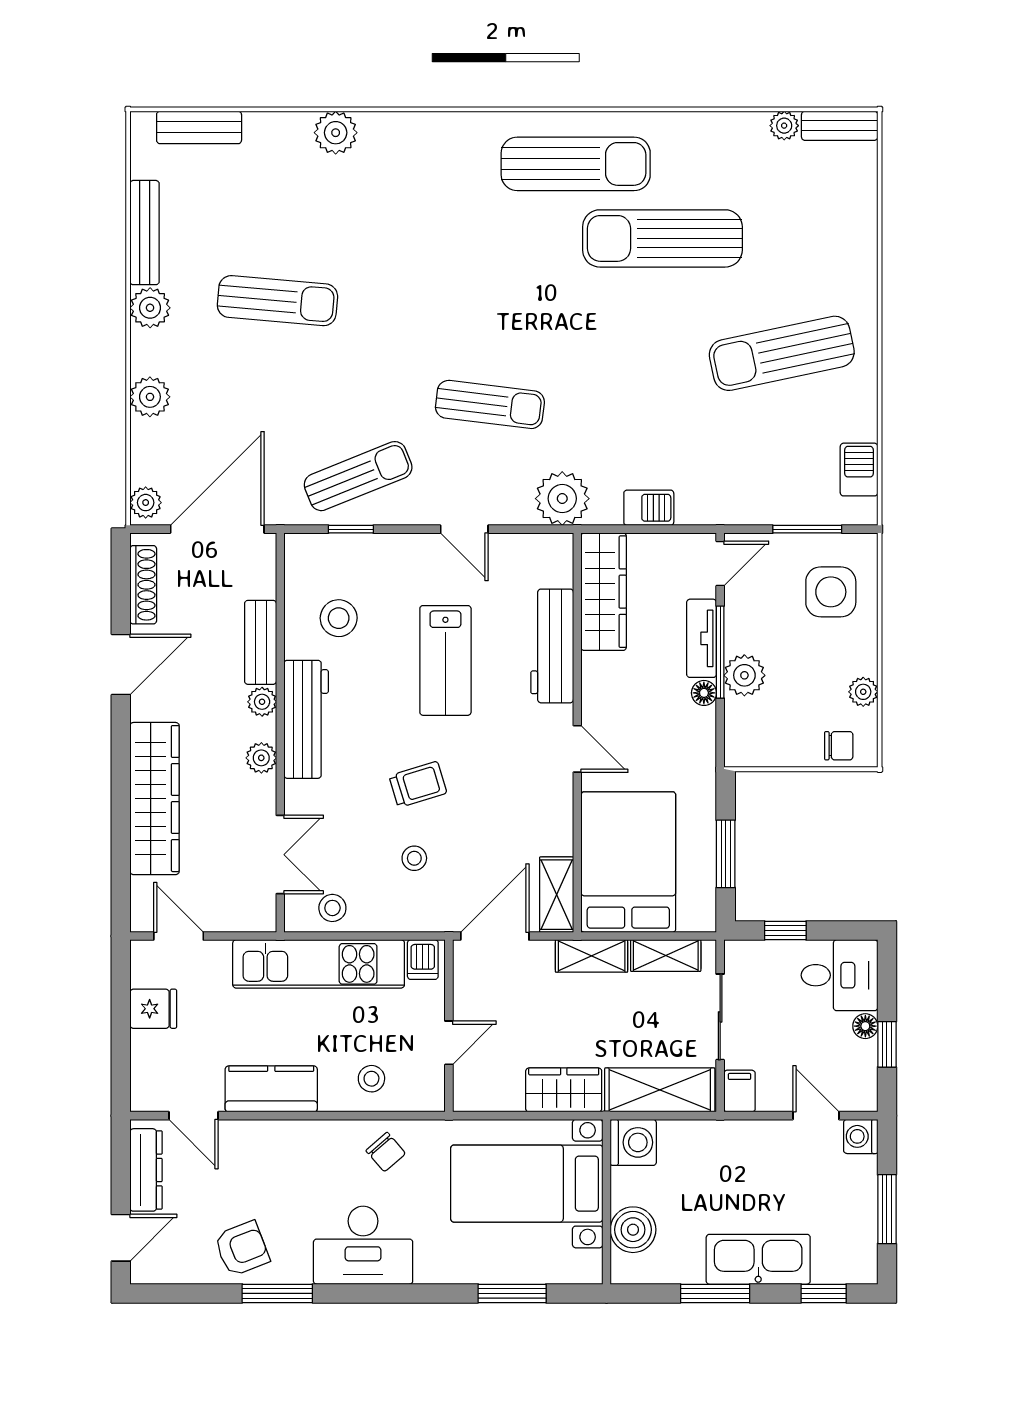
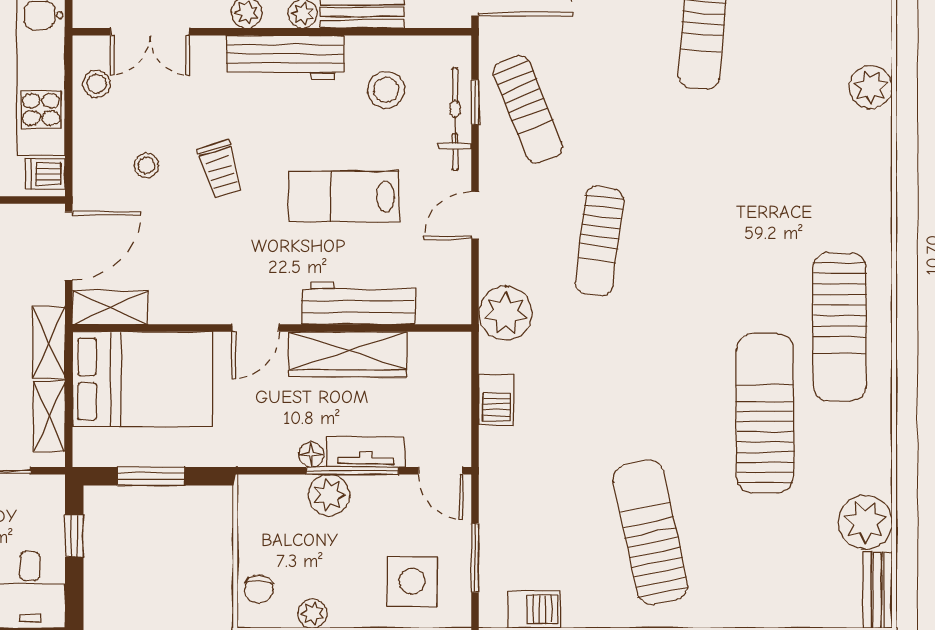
plant: (784, 126) -> (865, 522), width x1.88, depth x1.88
bicycle: (368, 549) -> (455, 119), added
wardrobe: (604, 592) -> (348, 354), moved
door: (495, 936) -> (69, 246), hinge flipped

